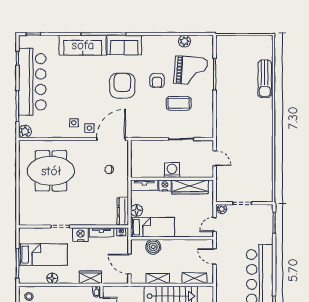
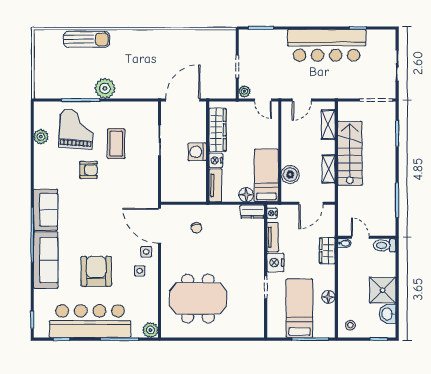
armchair: (122, 86) -> (96, 271), moved, turned 90
plant: (224, 94) -> (105, 88), added
door: (215, 158) -> (183, 100), width x1.87
meeting table: (51, 171) -> (198, 299), turned 90
dresser: (123, 211) -> (252, 211), width x0.70

